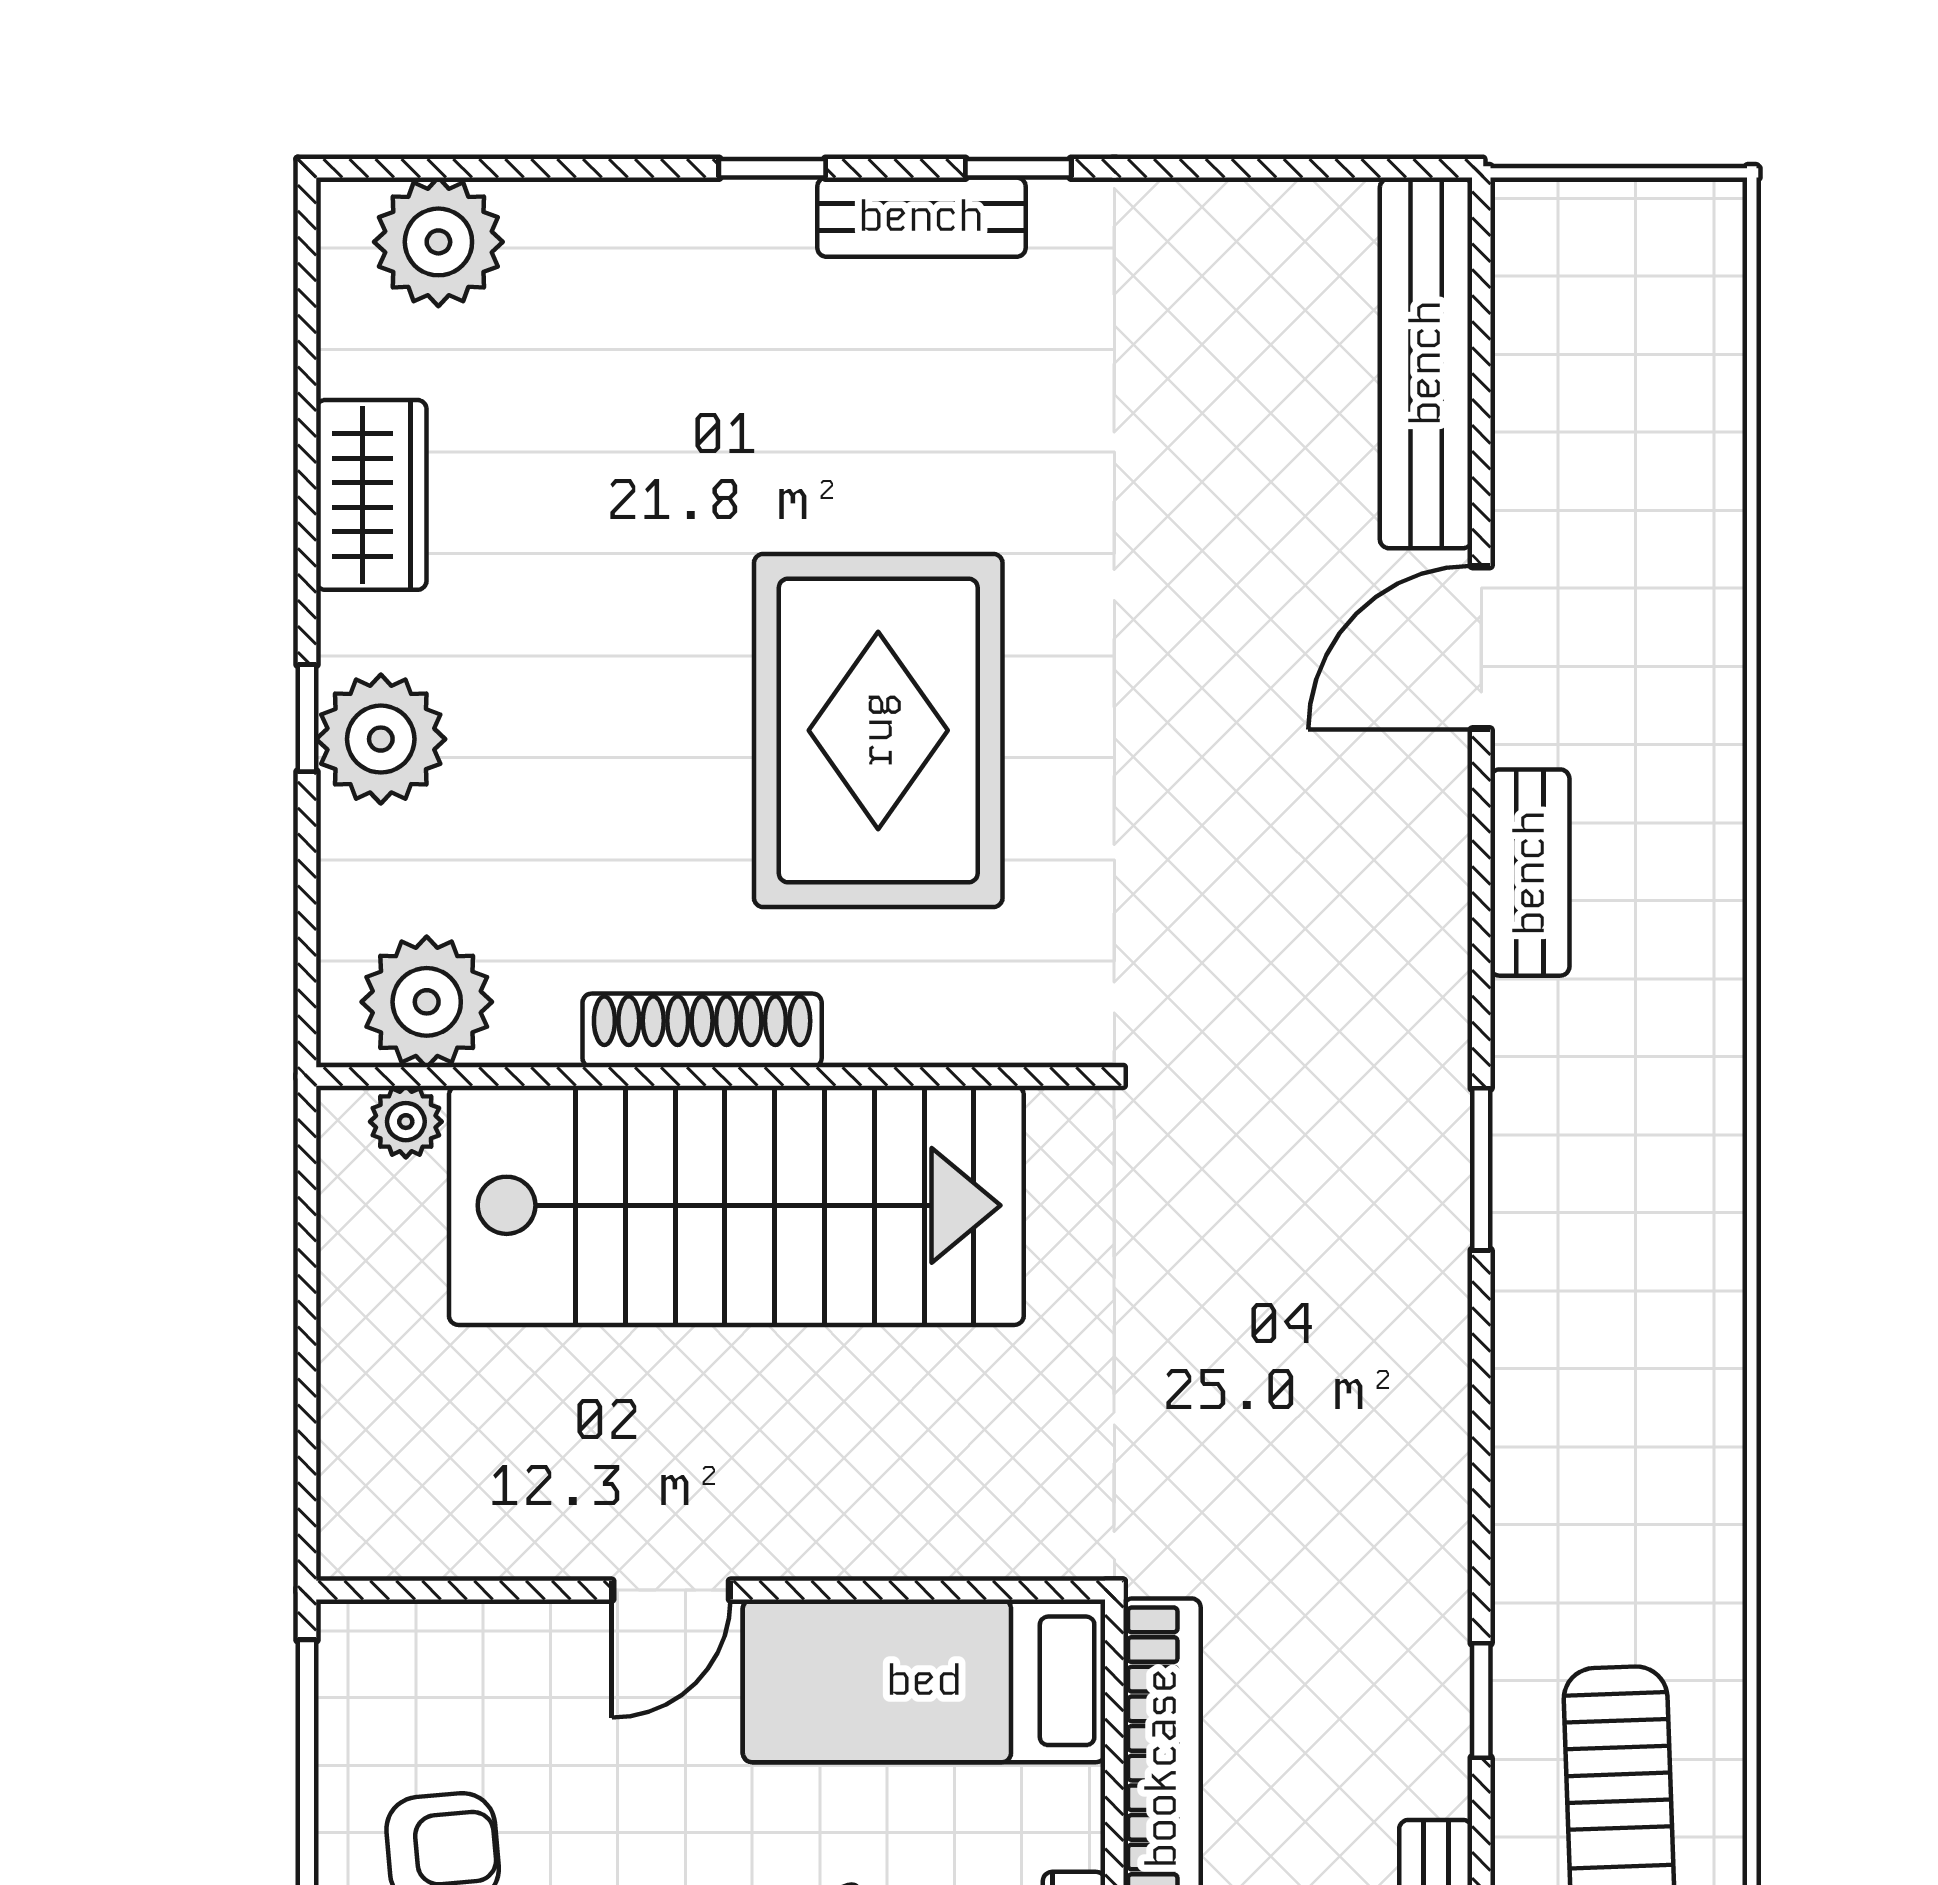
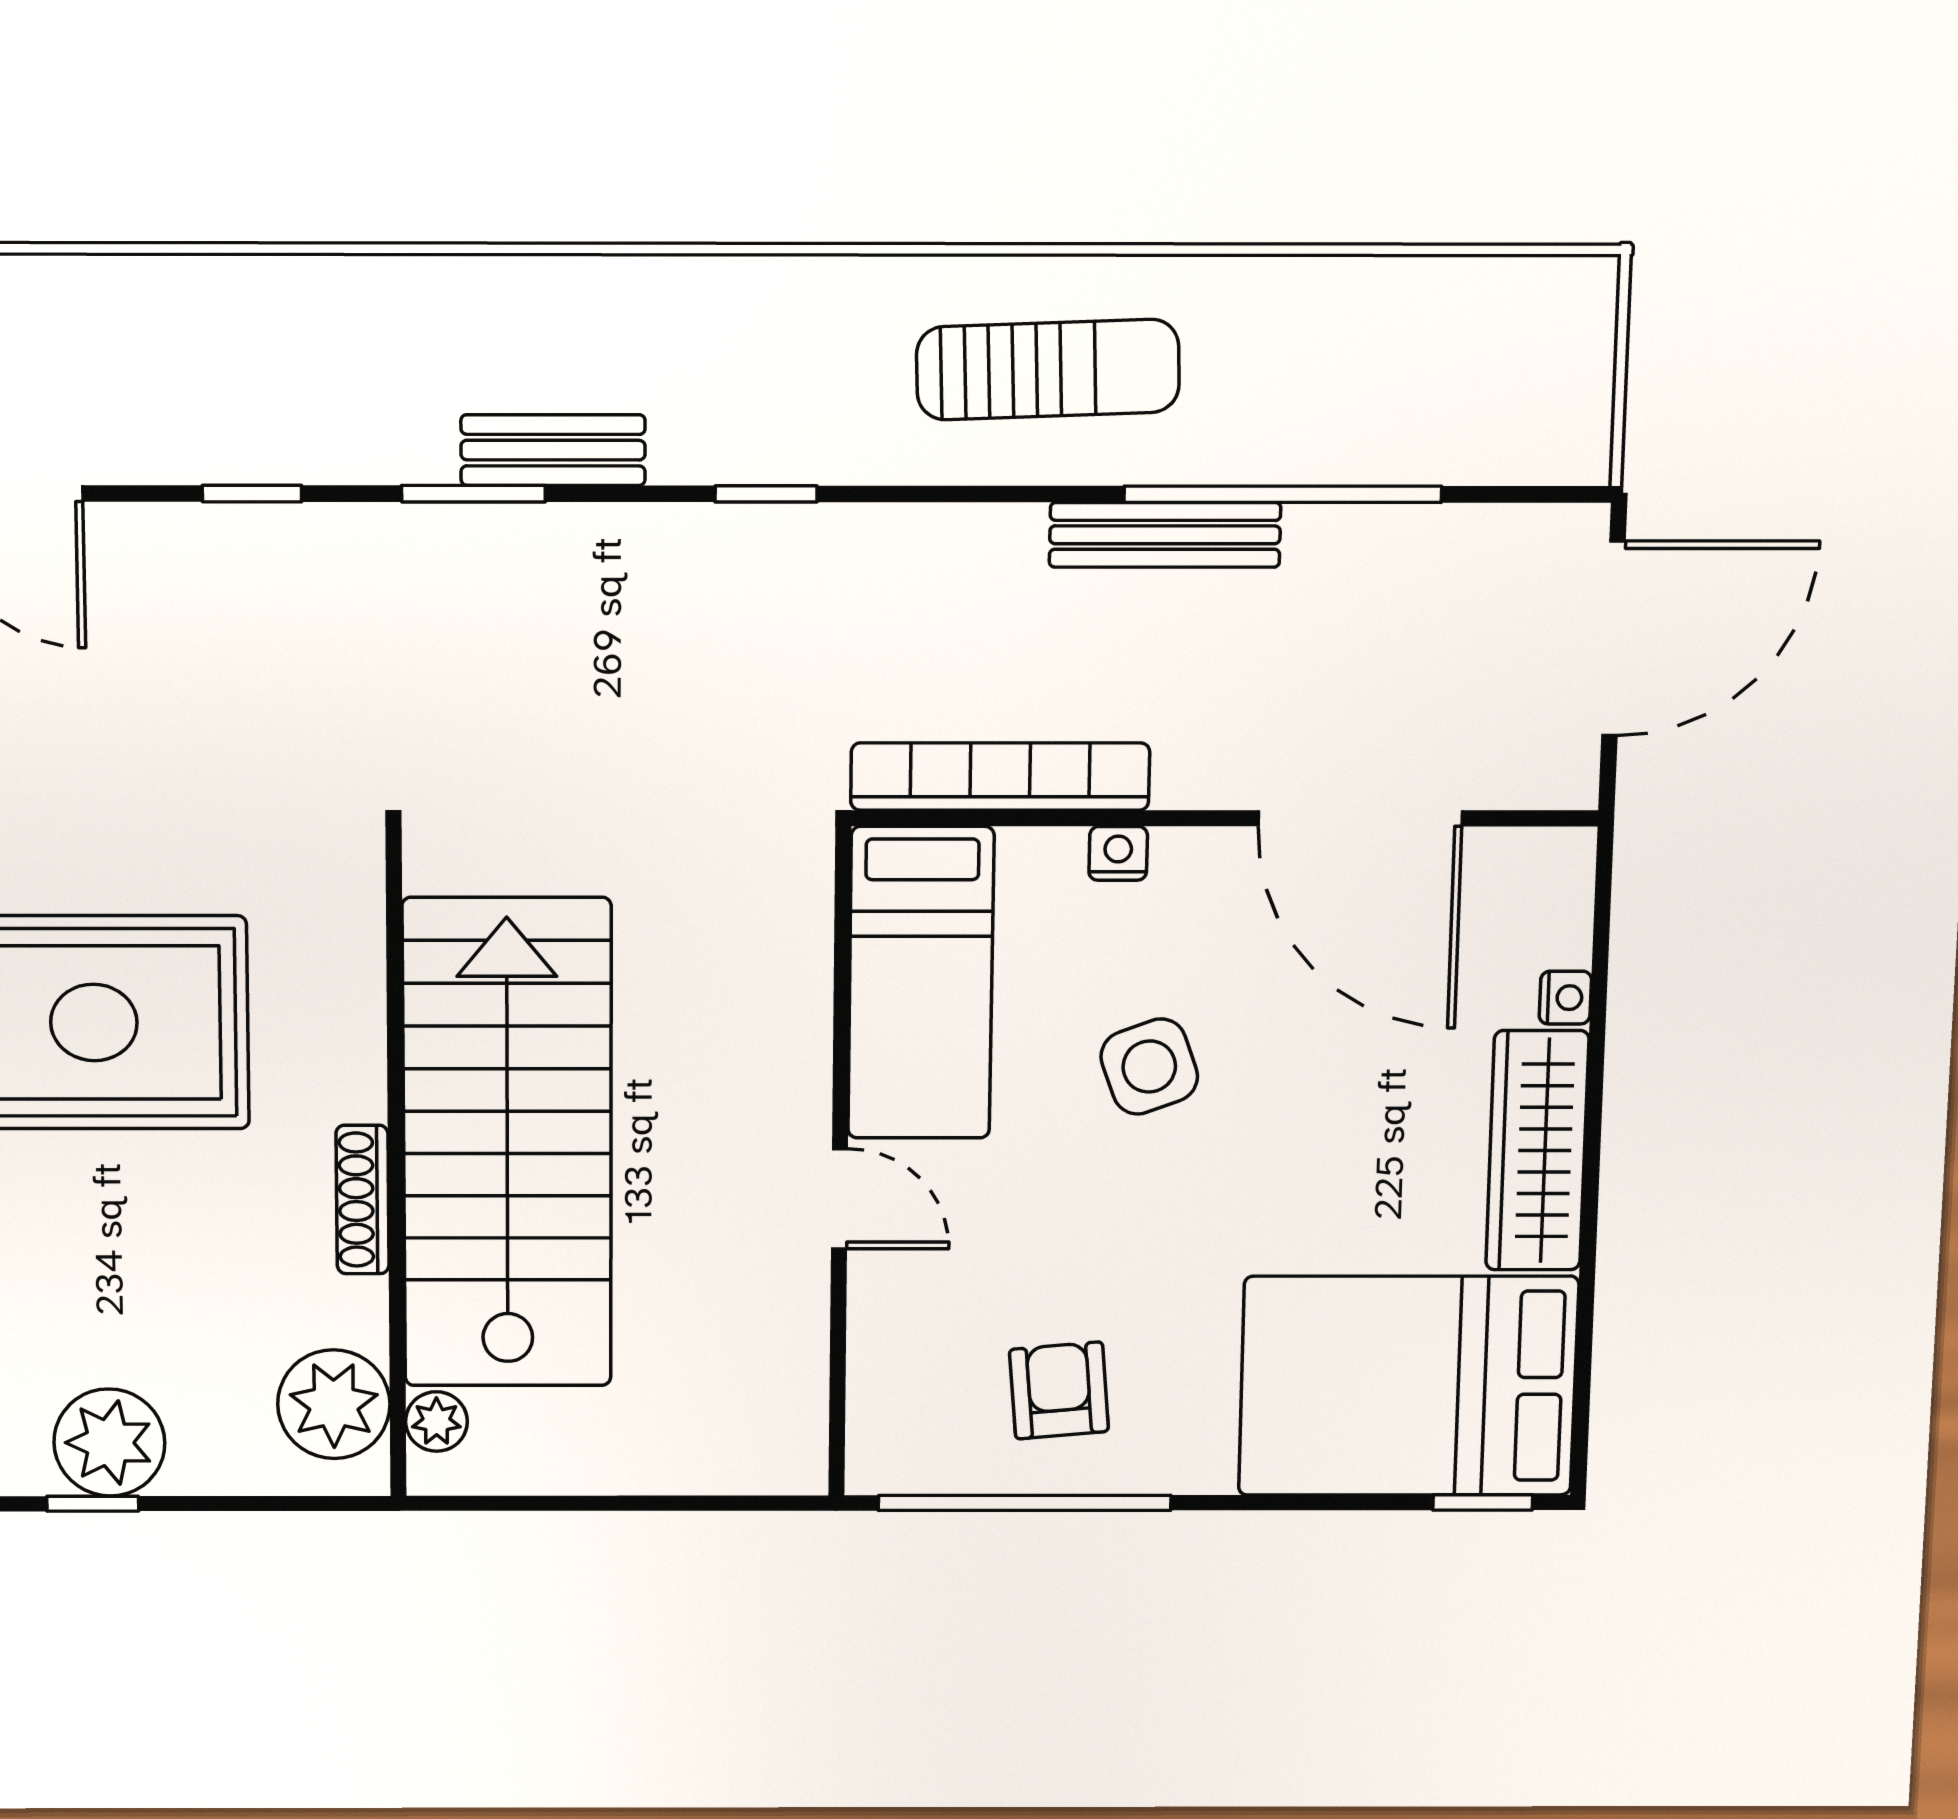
bench: (1530, 873) -> (553, 450), moved
window: (1481, 920) -> (252, 494), added
shoe rack: (702, 1030) -> (362, 1200), width x0.74, depth x0.81
window: (1481, 1701) -> (766, 494), moved

